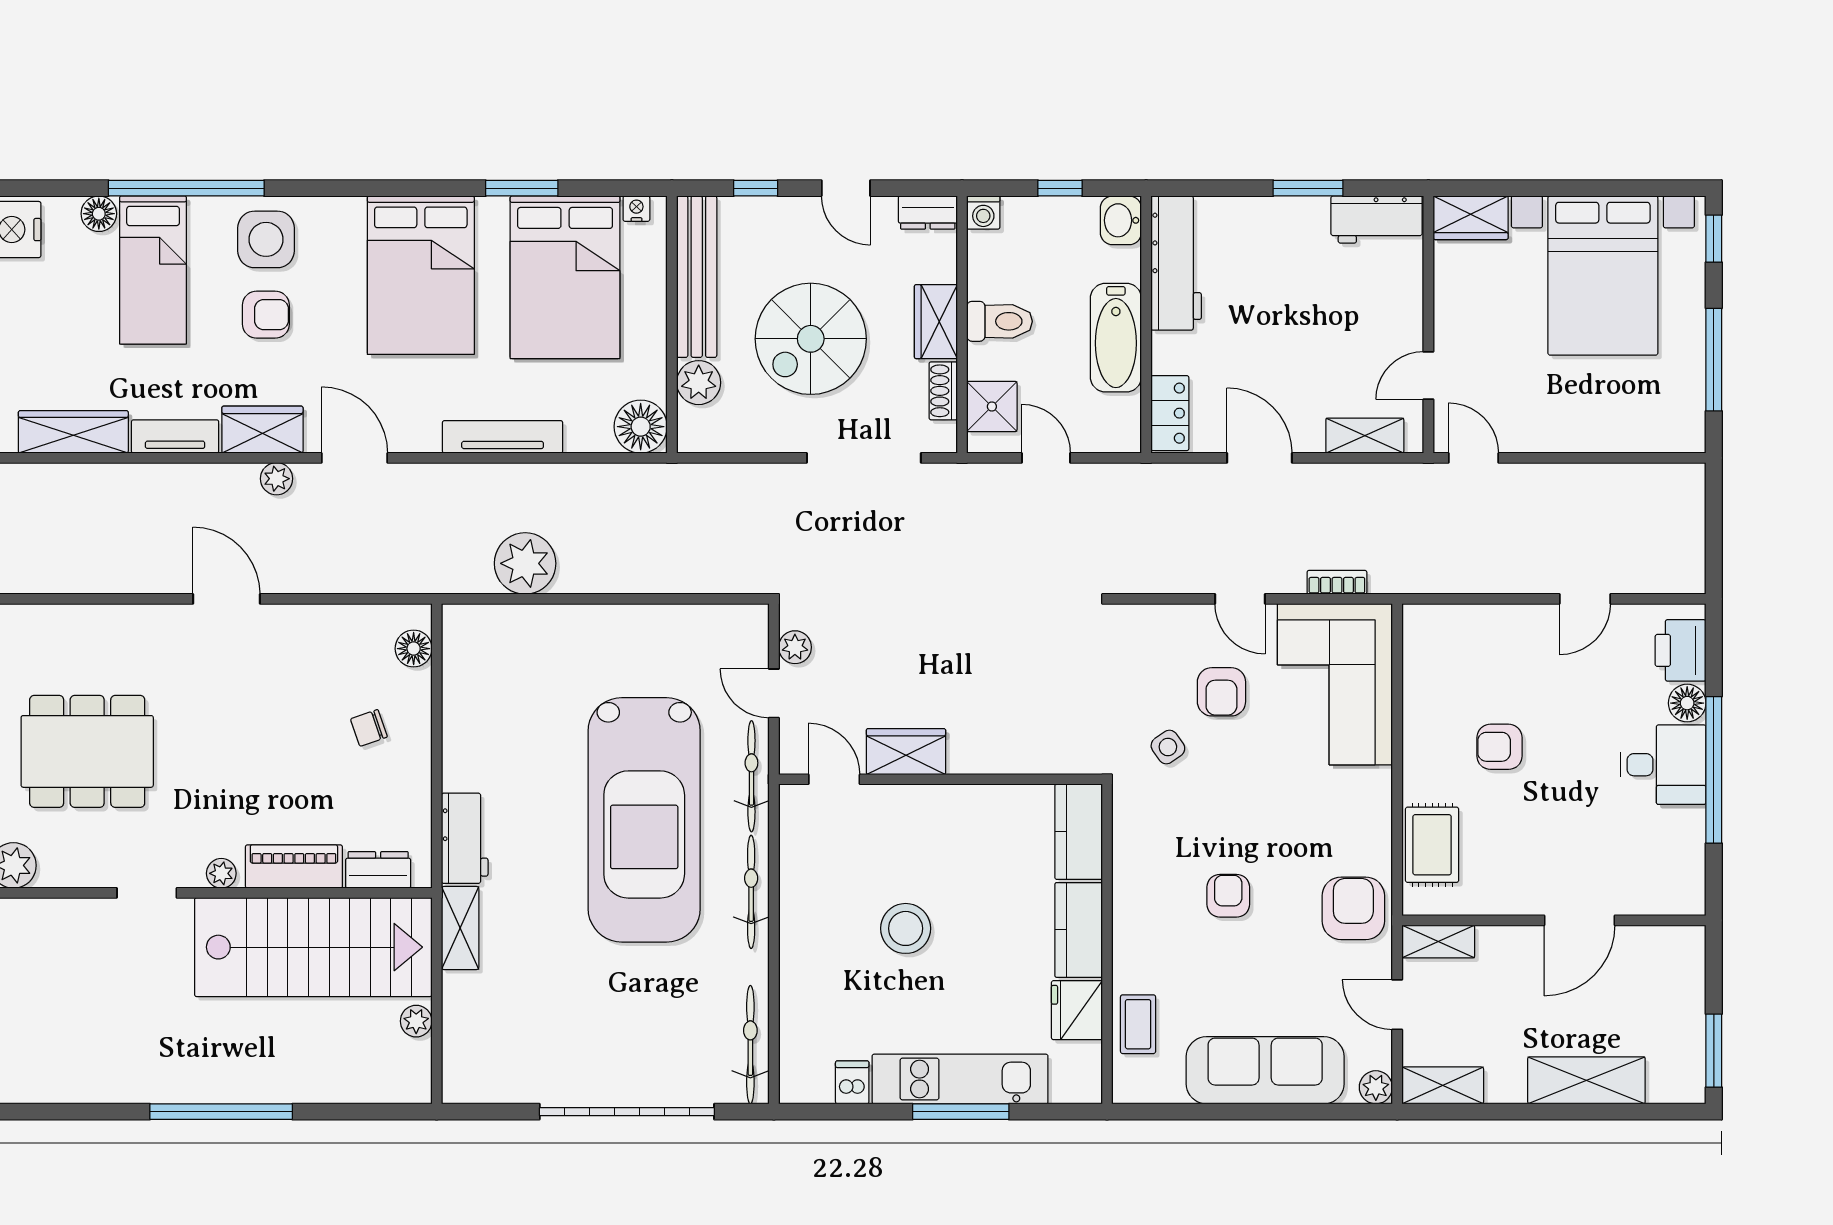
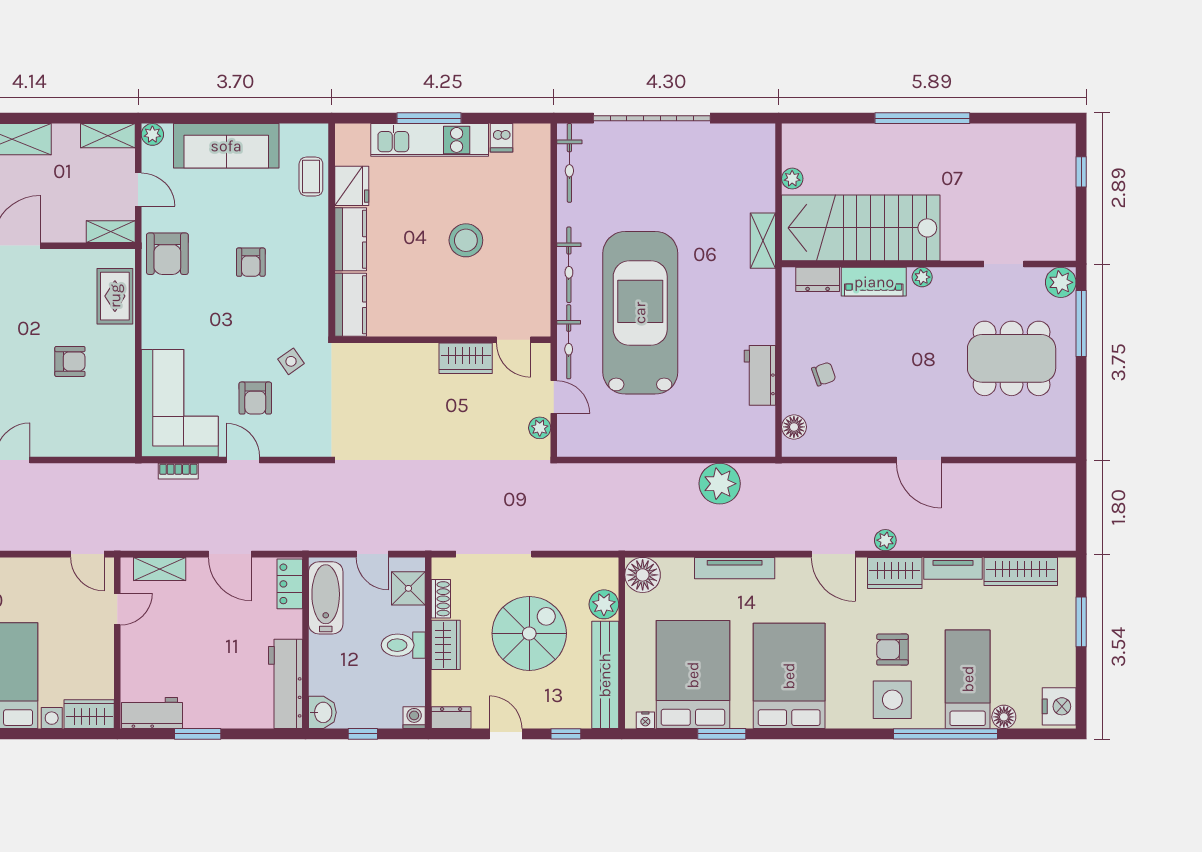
bathtub: (1116, 338) -> (326, 598), moved
armchair: (1221, 692) -> (255, 398), turned 180
workbench: (465, 838) -> (760, 375), moved
doorway: (147, 893) -> (1004, 264), moved

